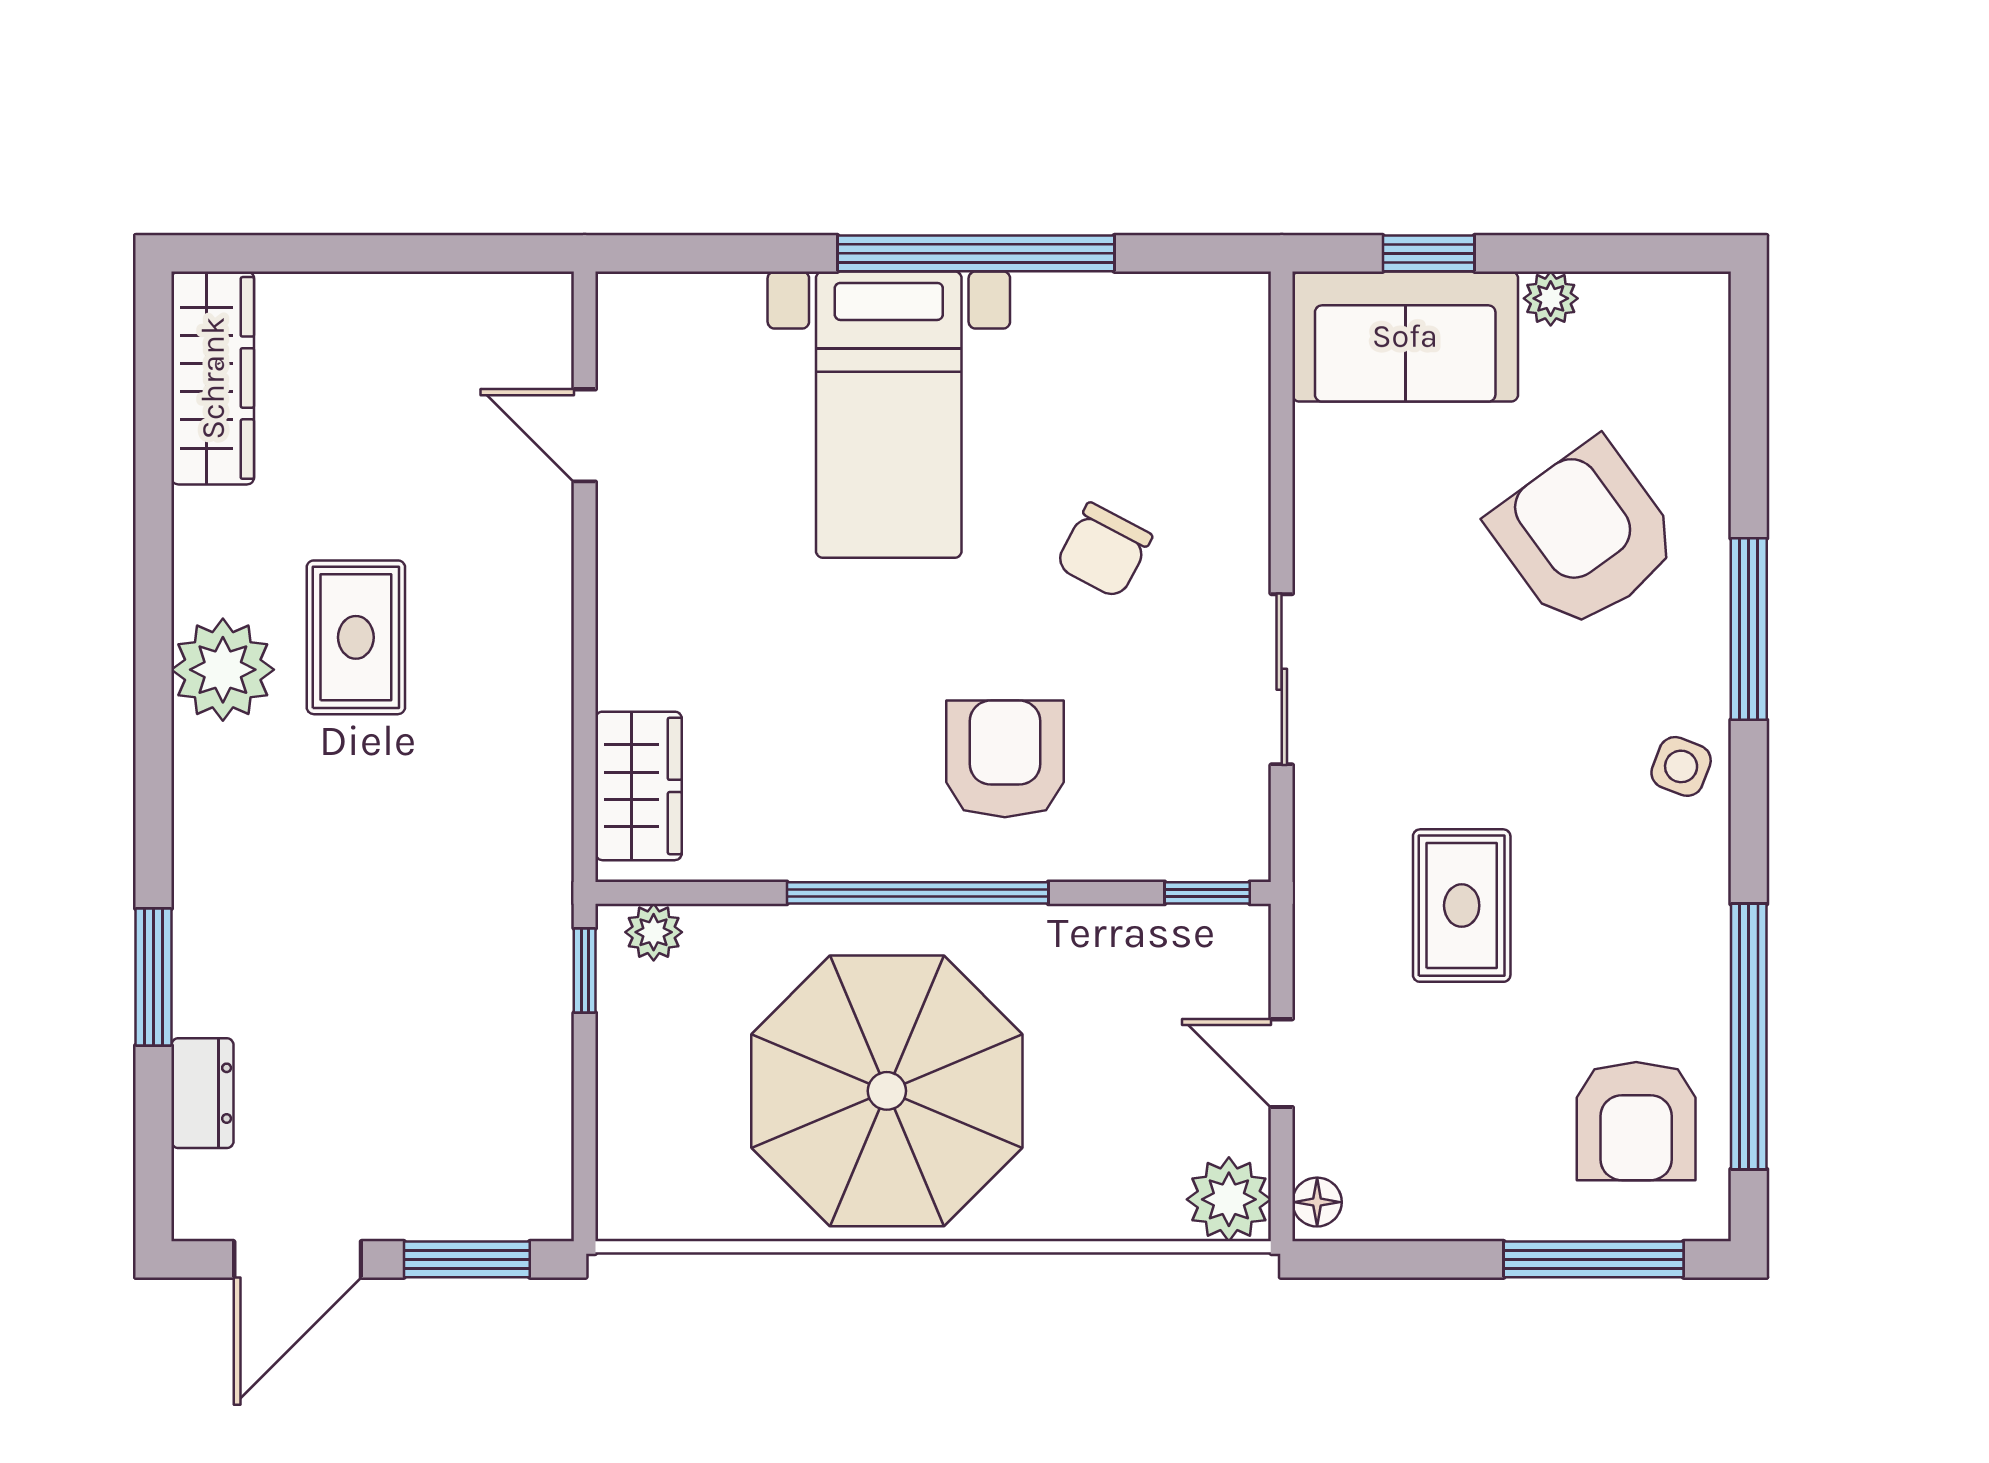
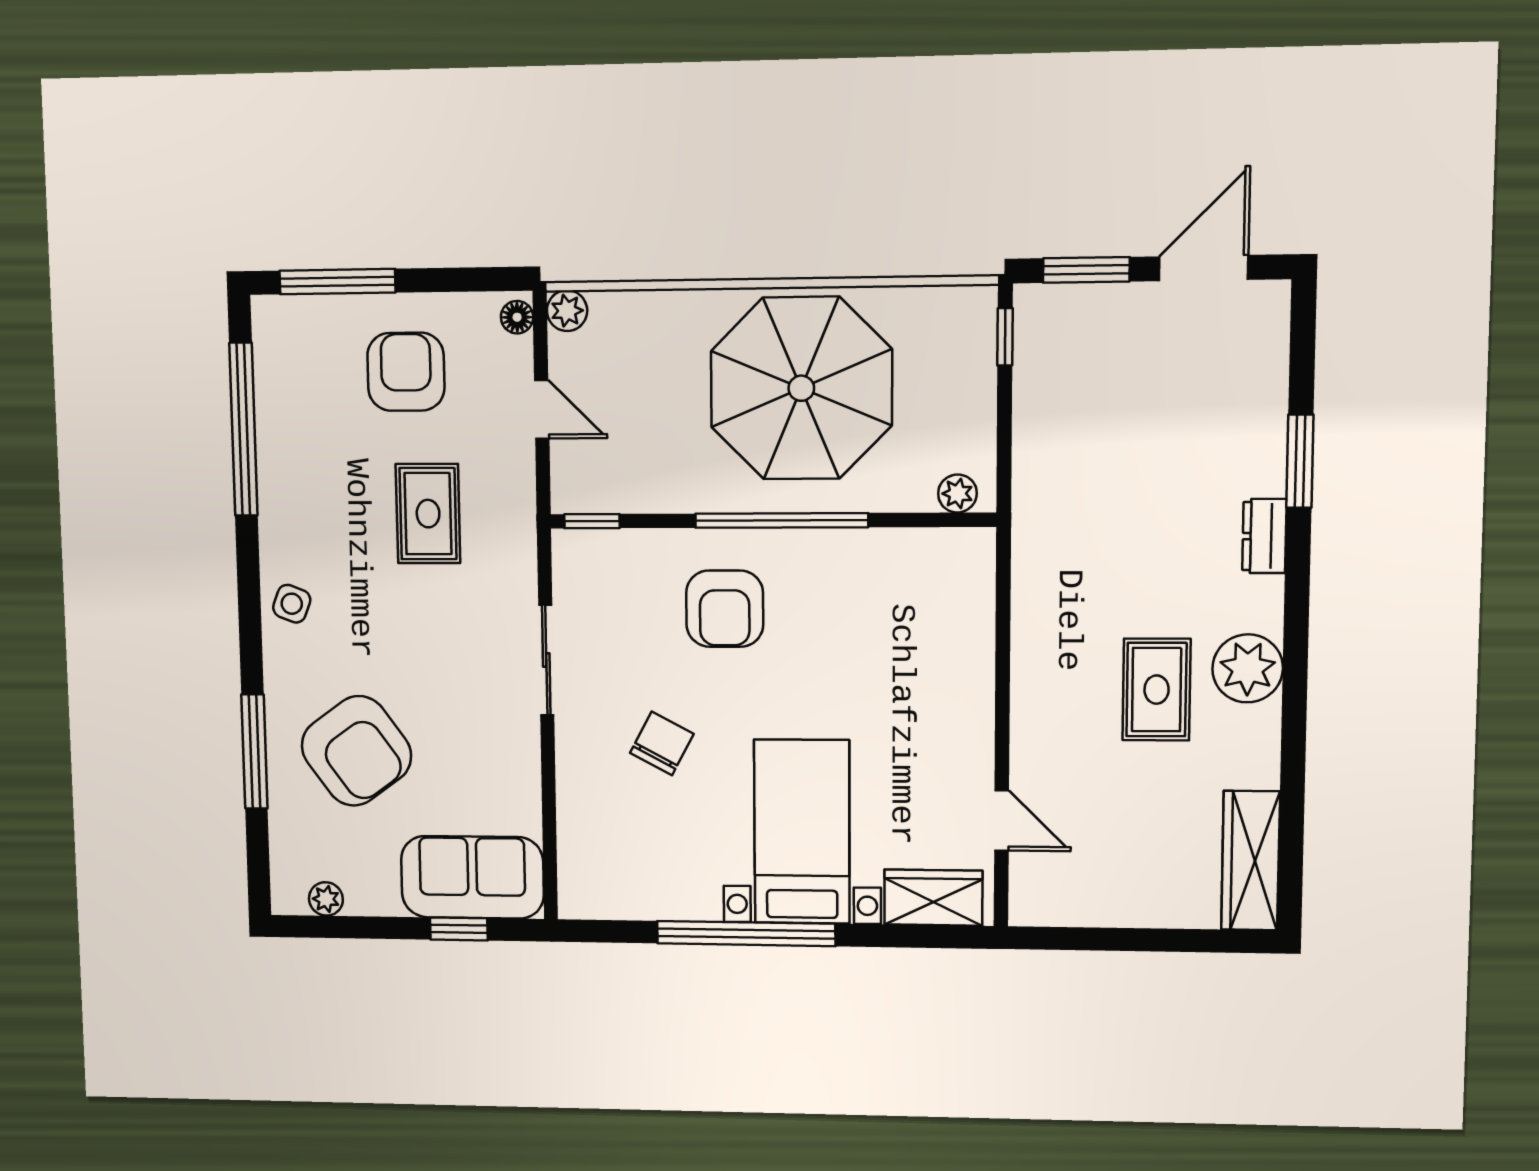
plant: (1551, 298) -> (326, 899), moved
window: (1749, 629) -> (254, 752), moved
wardrobe: (639, 786) -> (933, 897), moved, turned 90
window: (585, 971) -> (1005, 337), moved
dresser: (202, 1093) -> (1264, 536), moved
armchair: (1636, 1121) -> (406, 372), moved
plant: (1229, 1199) -> (567, 311), width x0.73, depth x0.73

